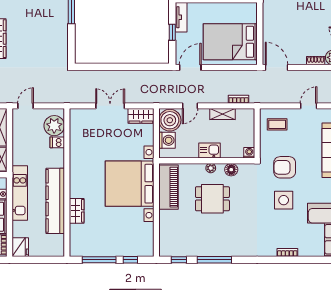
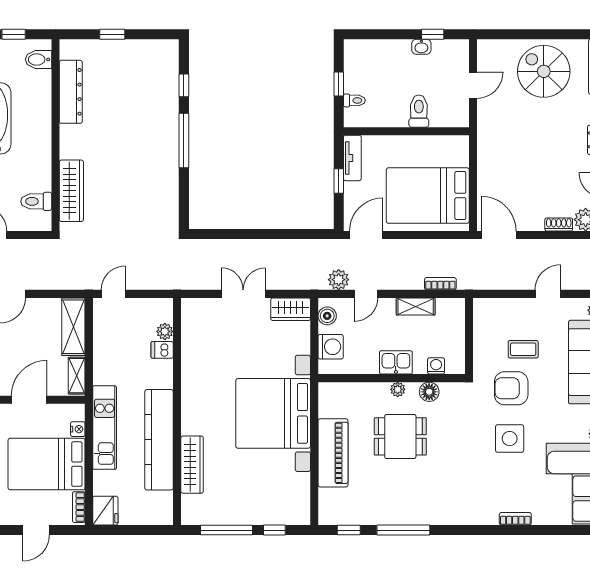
plant: (172, 97) -> (339, 280), added
boiler: (170, 120) -> (327, 316), width x0.54, depth x0.54
coffee table: (277, 124) -> (523, 349), moved
plant: (54, 126) -> (165, 331), width x0.53, depth x0.53
washing machine: (249, 153) -> (436, 366), moved
piano: (169, 187) -> (333, 453), moved
wardrobe: (77, 211) -> (192, 465), width x1.50

